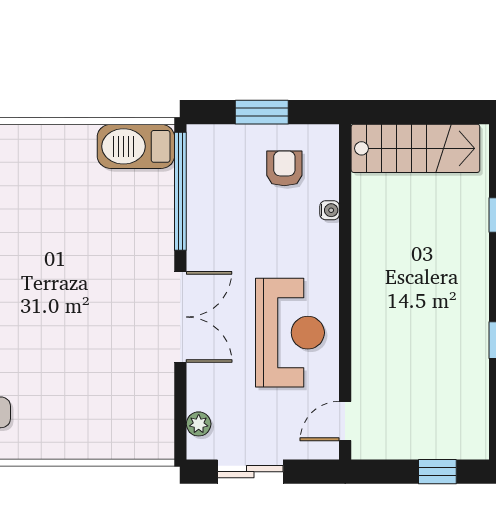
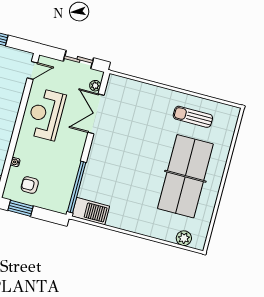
window: (262, 112) -> (20, 208), moved
armchair: (284, 168) -> (30, 185), turned 90
double door: (180, 317) -> (96, 114), moved

